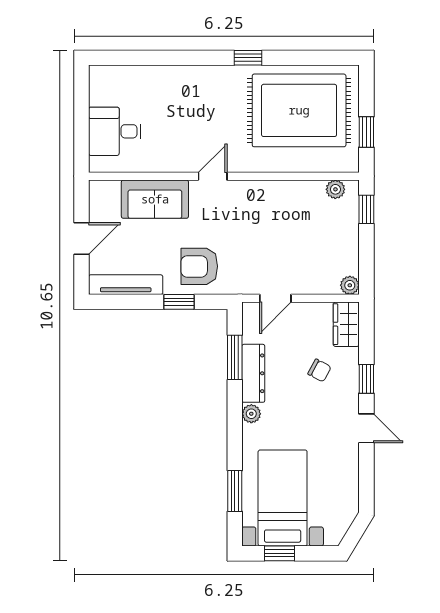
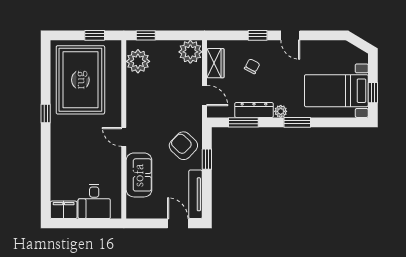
filing cabinet: (102, 85) -> (64, 210), added
plant: (335, 189) -> (138, 61), width x1.87, depth x1.87
door: (81, 238) -> (178, 223), moved
armchair: (199, 266) -> (183, 146), turned 134
plant: (350, 285) -> (190, 52), width x1.88, depth x1.88
wardrobe: (346, 324) -> (215, 63), moved, turned -90
door: (366, 428) -> (290, 35), swing flipped
window: (235, 491) -> (297, 122), moved

